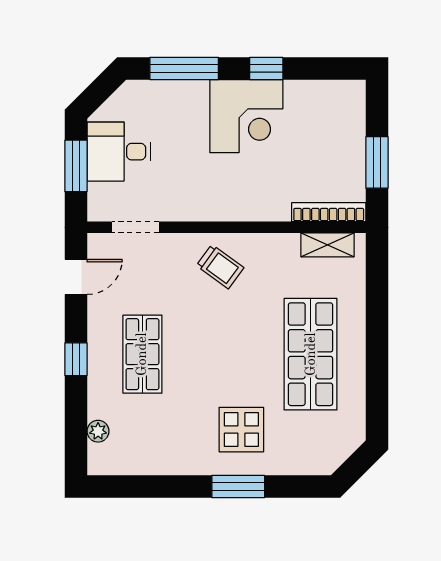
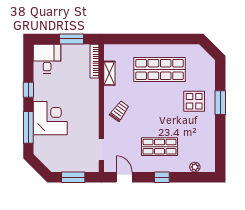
corner desk: (246, 116) -> (50, 118), moved
desk: (119, 152) -> (47, 59), moved, turned 180
shelving: (328, 245) -> (109, 73), moved

